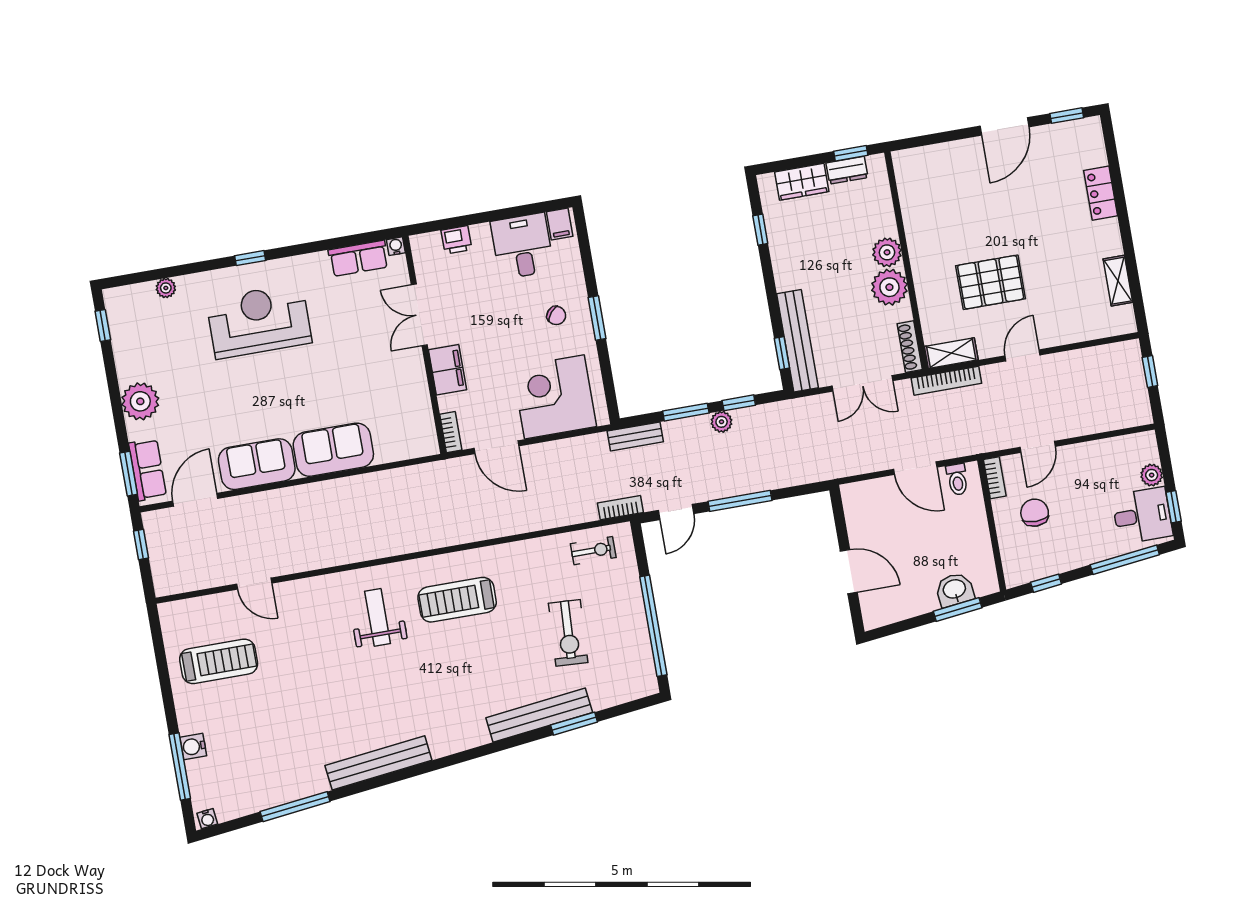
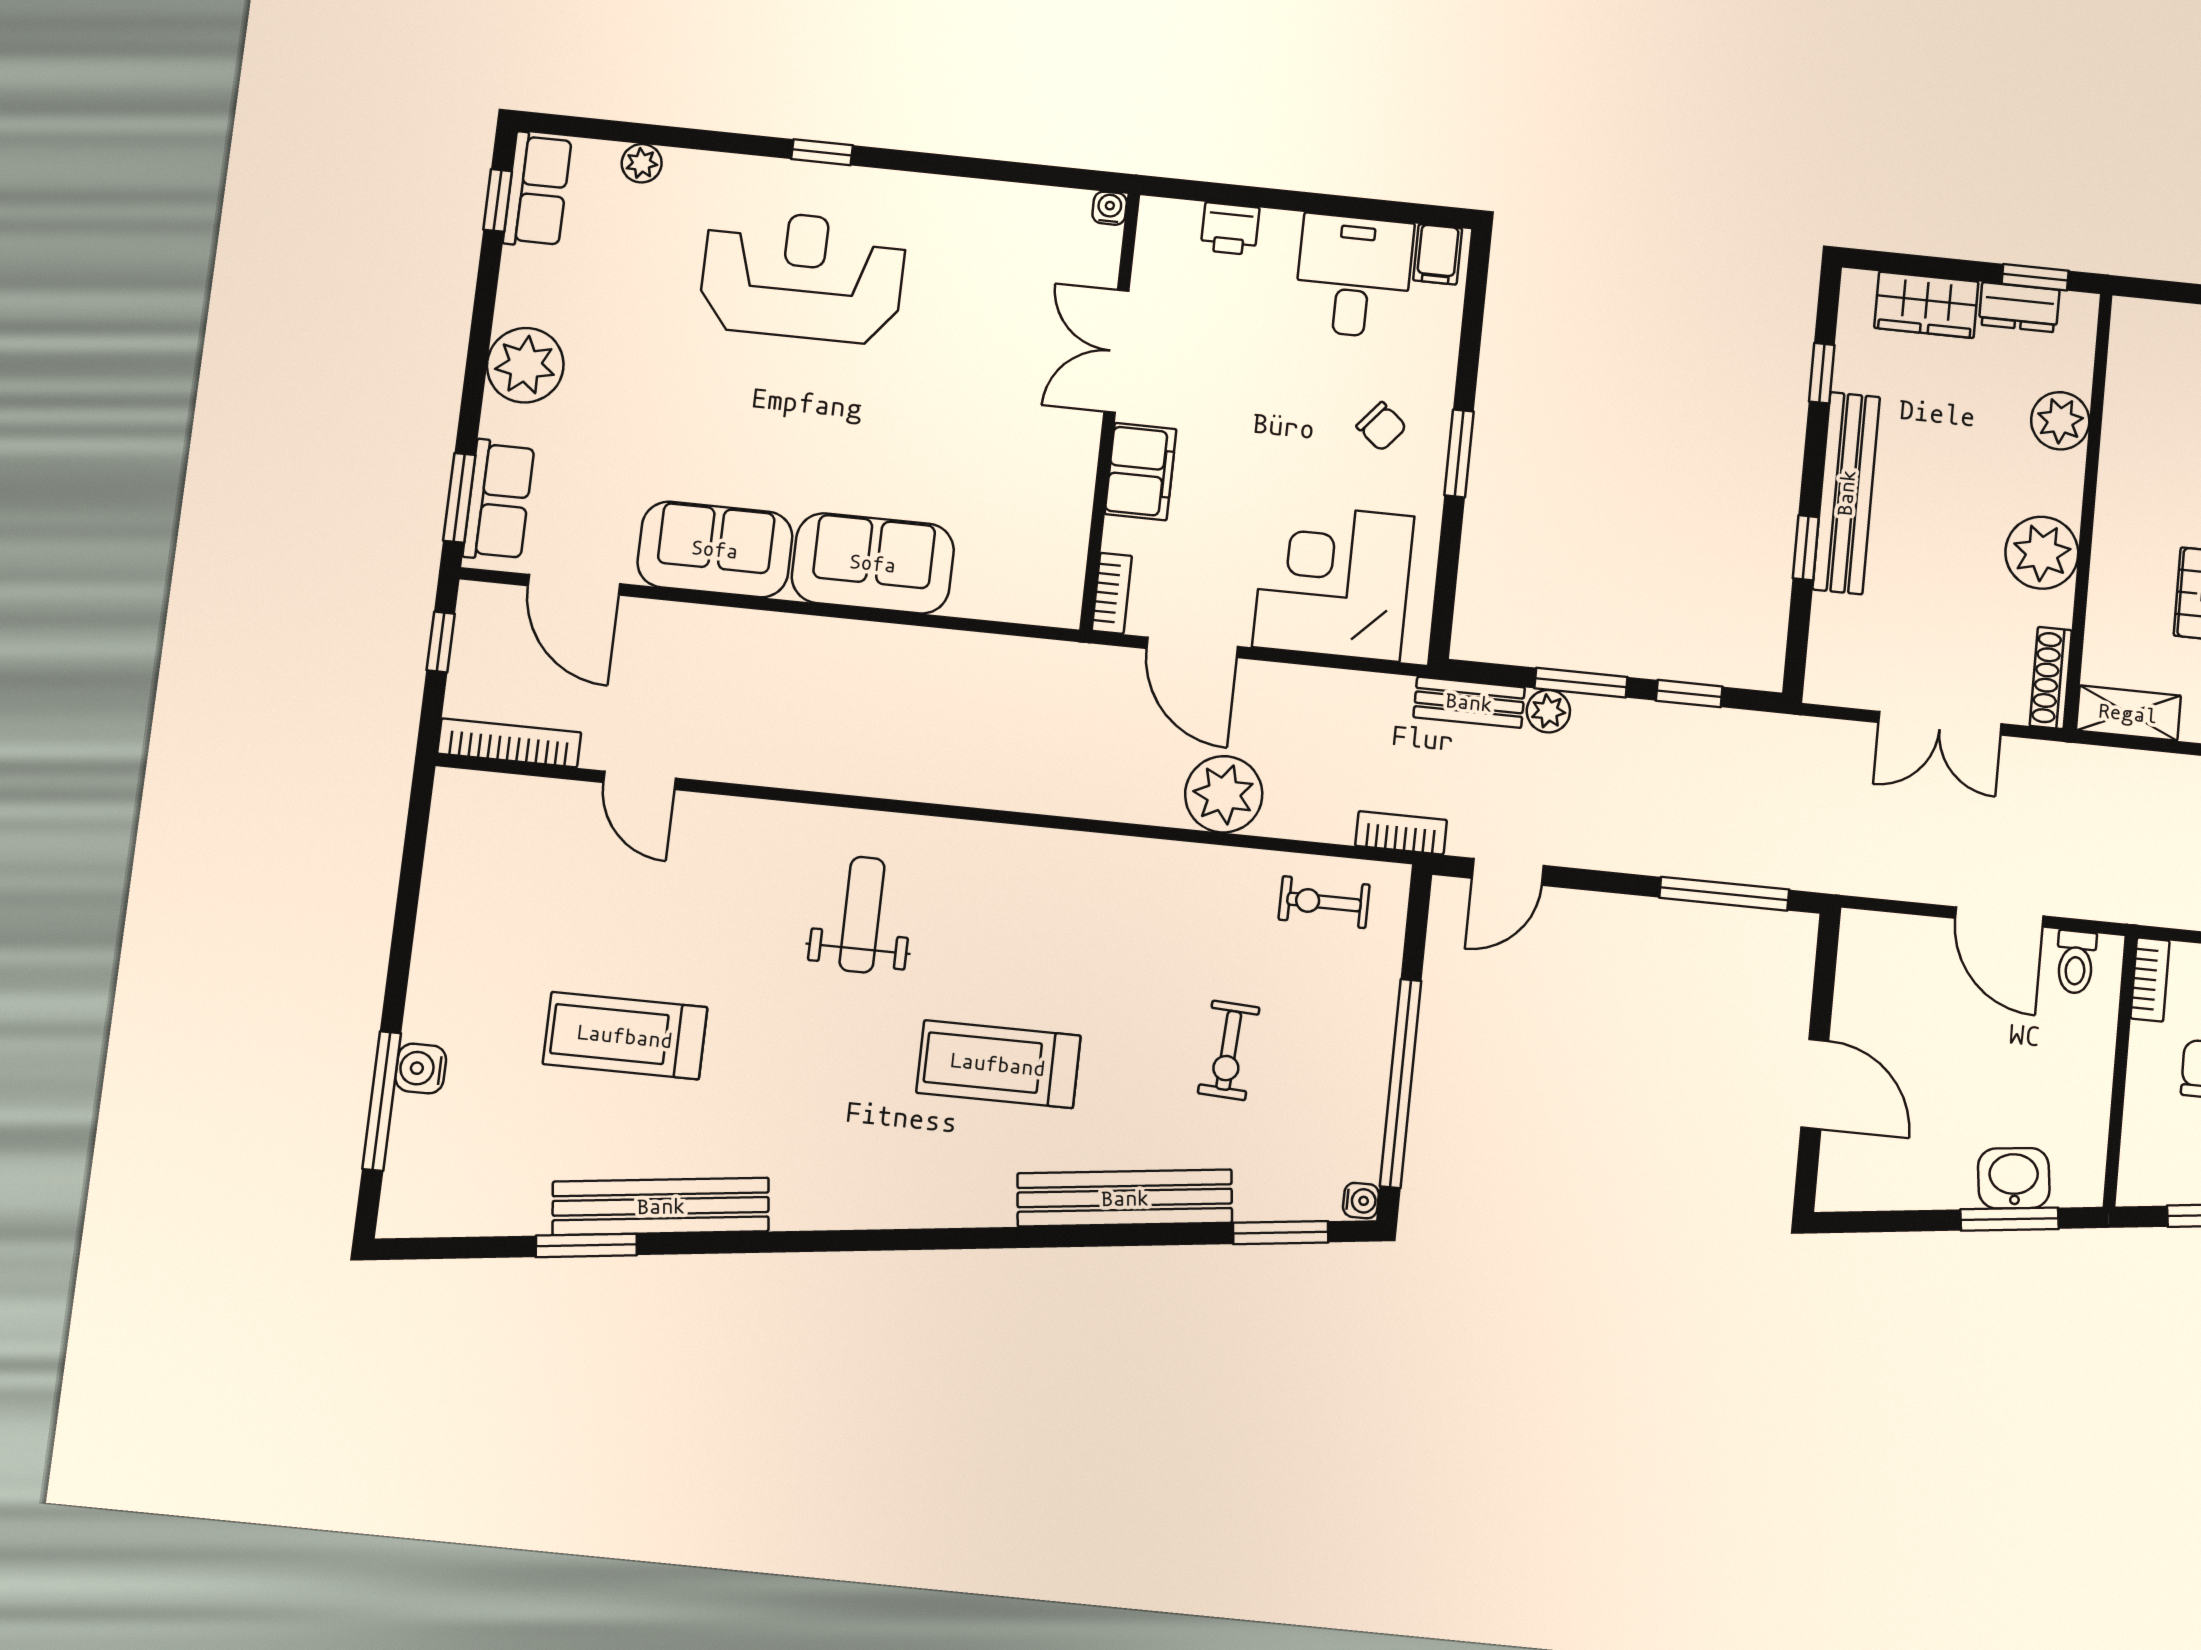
plant: (887, 252) -> (2060, 421), moved
row of seats: (358, 258) -> (537, 190), moved, turned -90
bench: (798, 341) -> (1846, 493), moved
window: (782, 353) -> (1806, 548), moved
bookcase: (946, 381) -> (509, 743), moved, turned 180
plant: (722, 422) -> (1548, 711), moved
door: (195, 500) -> (574, 585), swing flipped
window: (740, 501) -> (1724, 894), moved
plant: (531, 513) -> (1224, 794), added
exercise bike: (593, 551) -> (1324, 902), turned 180
treadmill: (457, 600) -> (998, 1064), moved
exercise bike: (568, 633) -> (1229, 1050), width x0.73, depth x0.72
treadmill: (219, 661) -> (625, 1036), moved, turned 180
window: (574, 724) -> (1281, 1233), moved
bench: (378, 763) -> (661, 1206), moved
window: (295, 807) -> (586, 1245), width x0.69
water cooler: (207, 819) -> (1361, 1201), moved, turned -83

